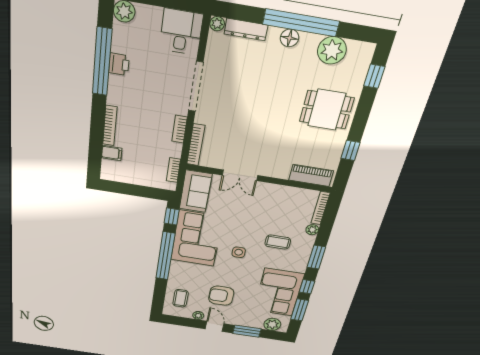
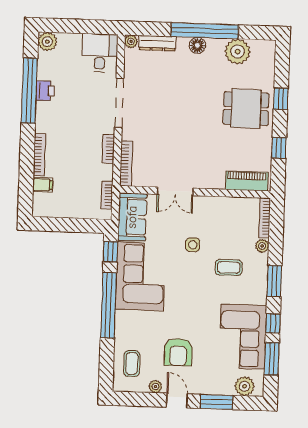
window: (374, 76) -> (281, 99), moved
side table: (239, 252) -> (193, 245), moved
armchair: (221, 296) -> (178, 352), turned -90

